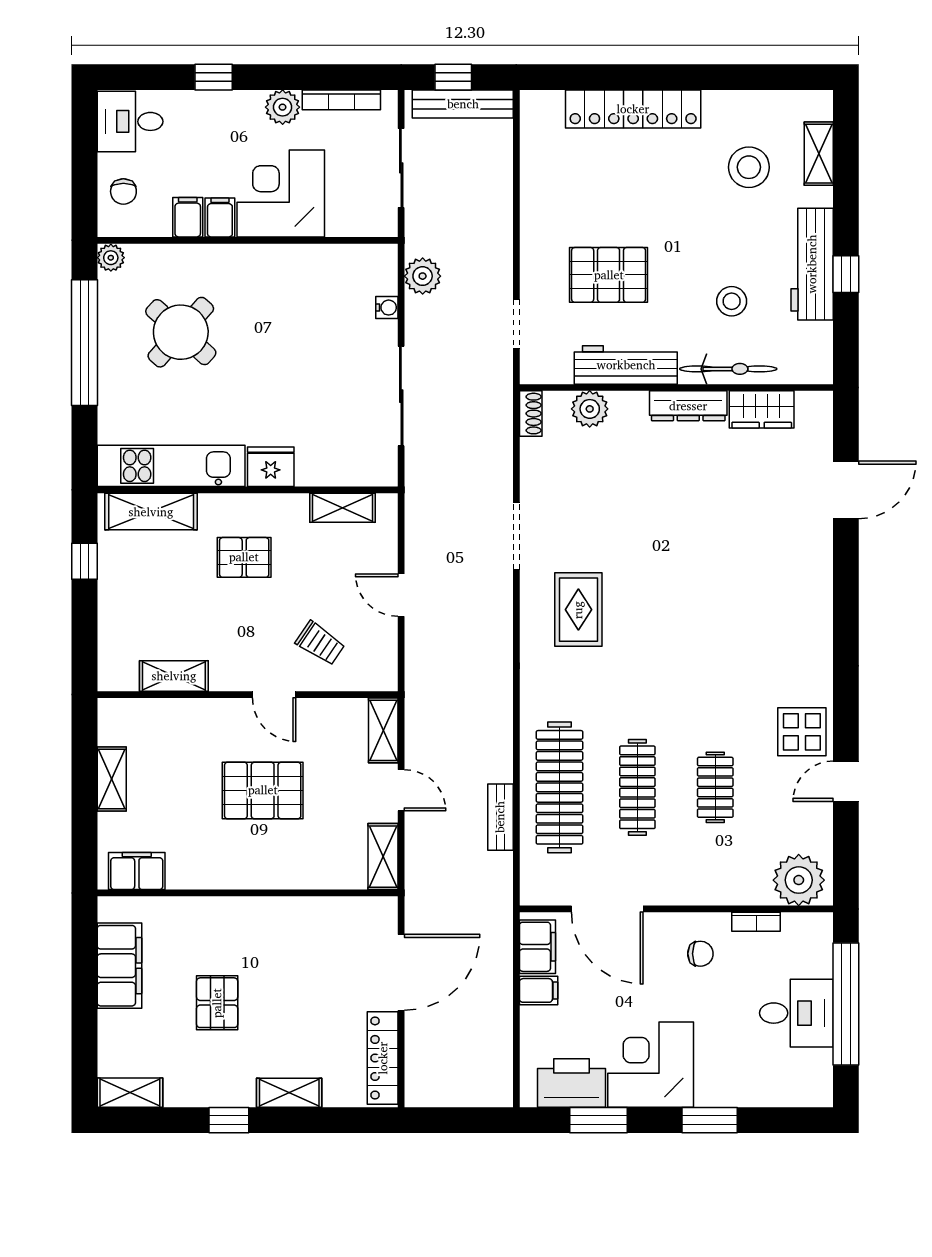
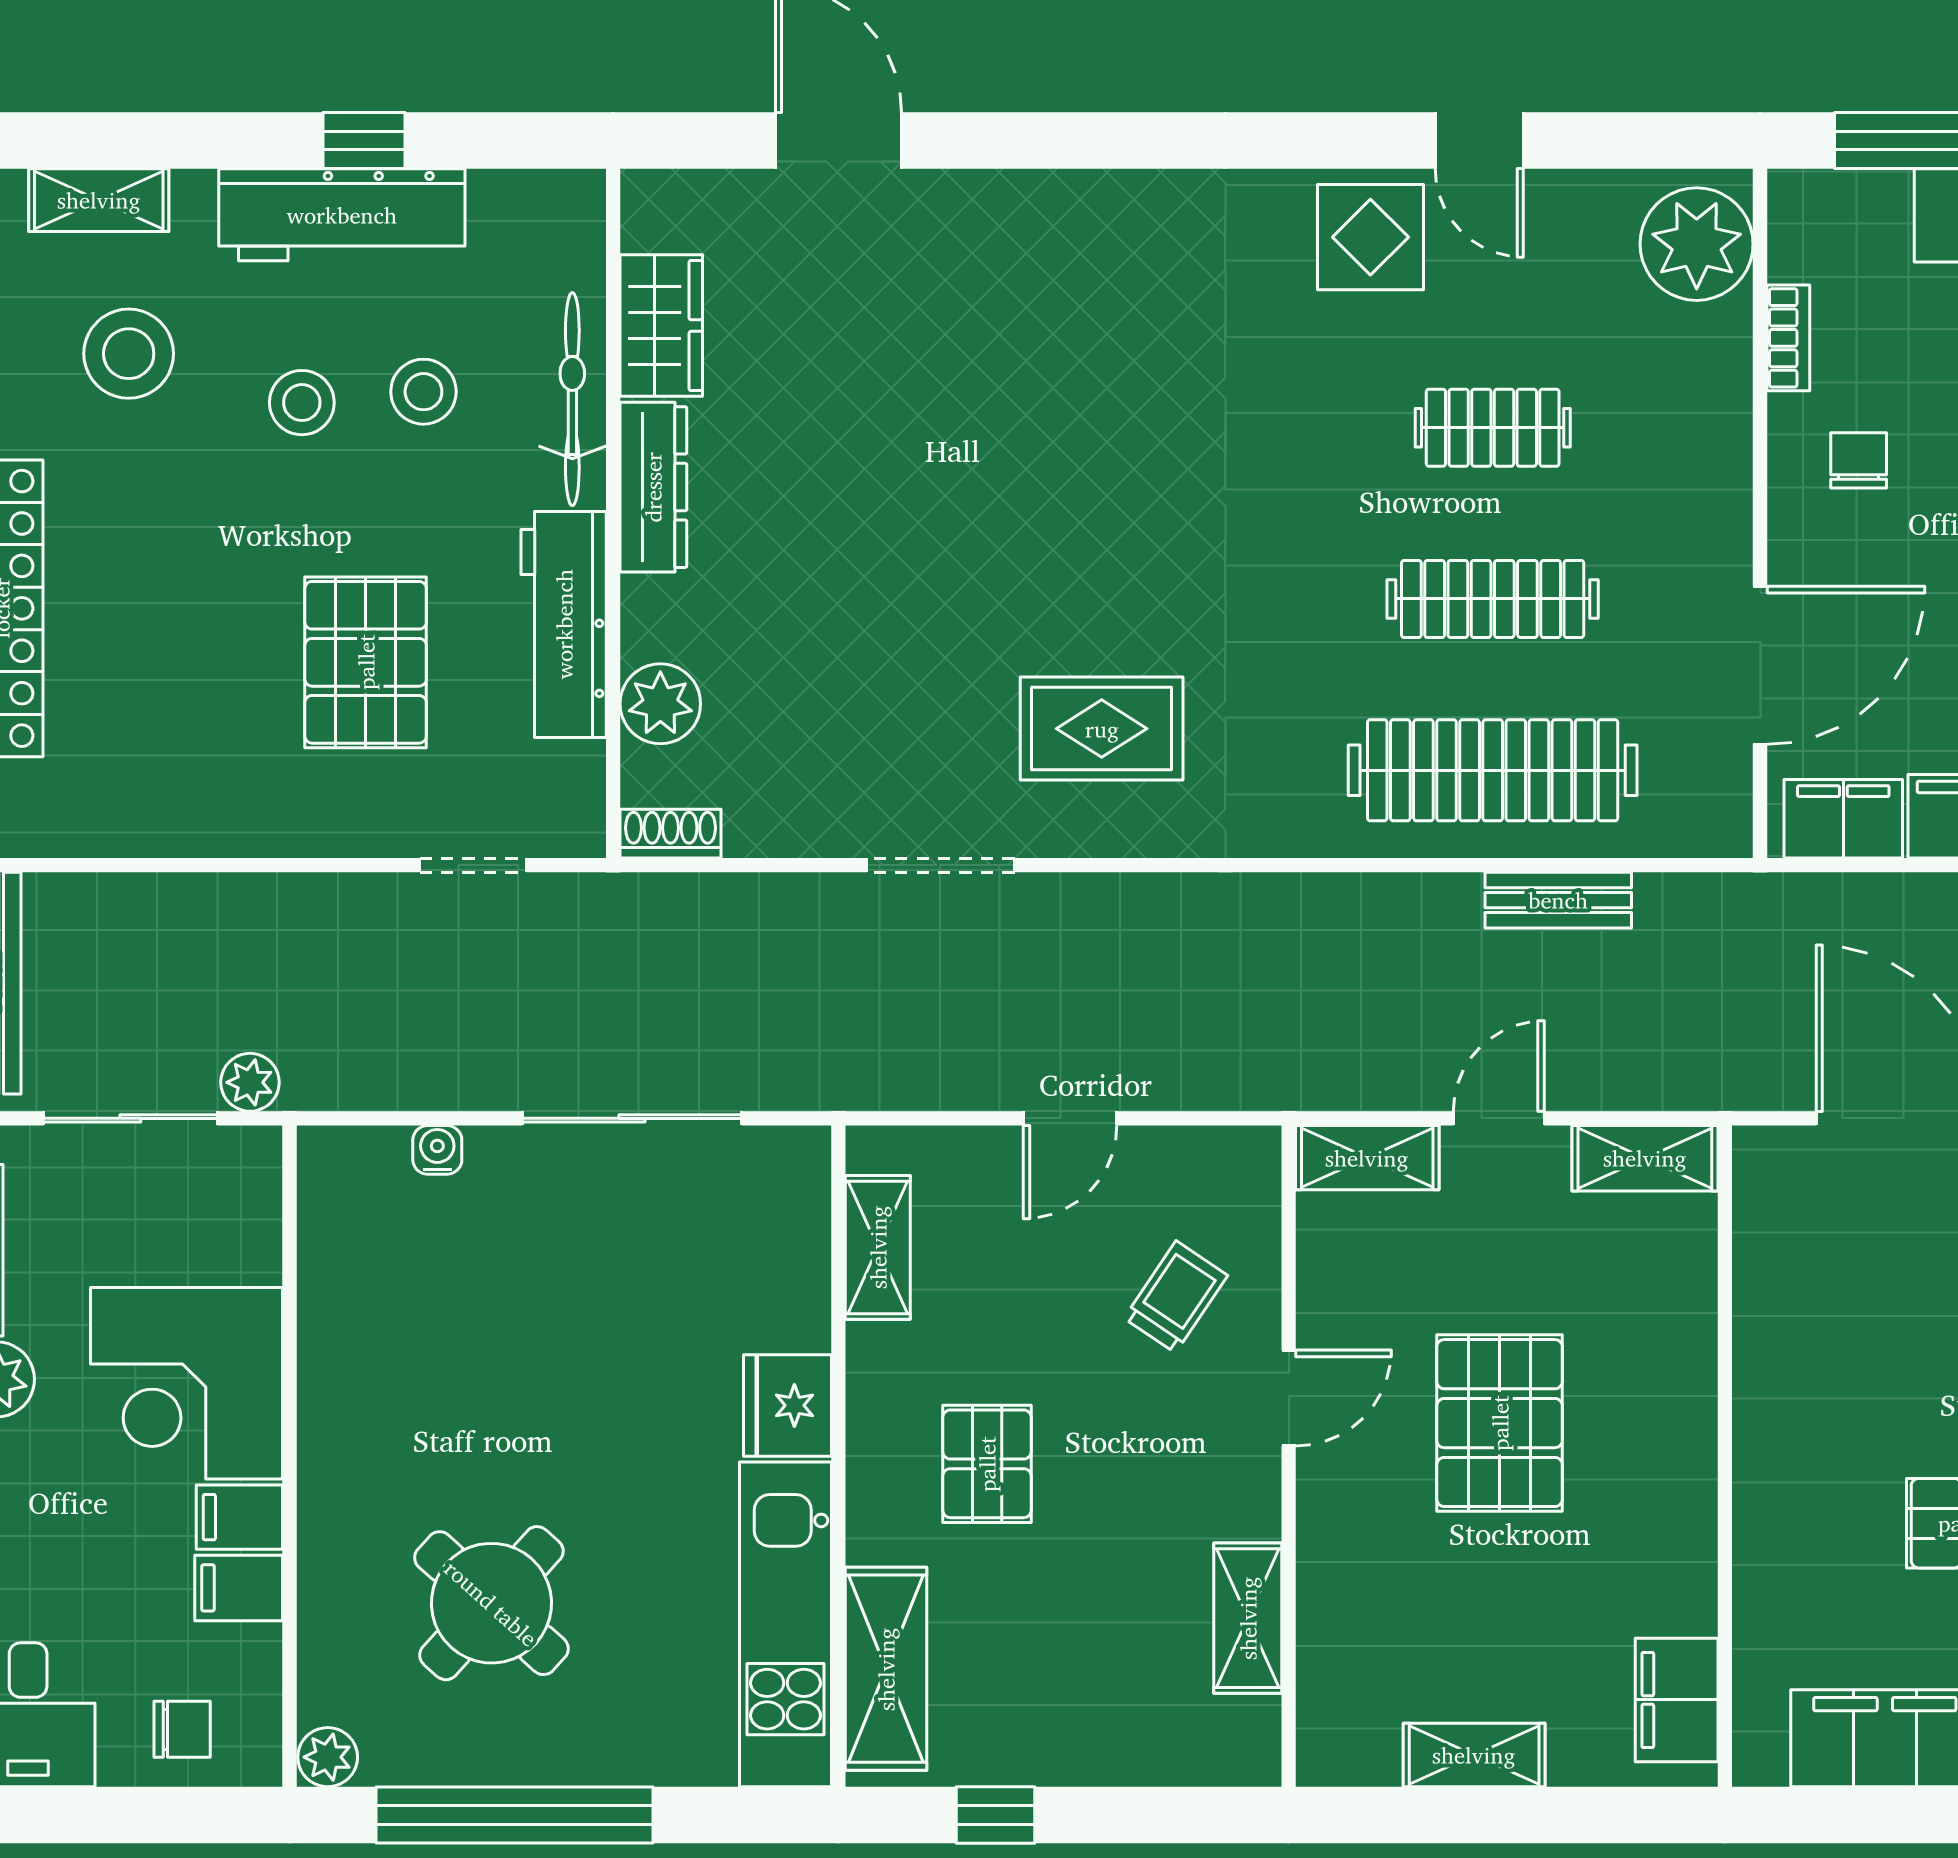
stool: (727, 246) -> (302, 403), added
plant: (423, 276) -> (250, 1082), moved, width x0.73, depth x0.73

